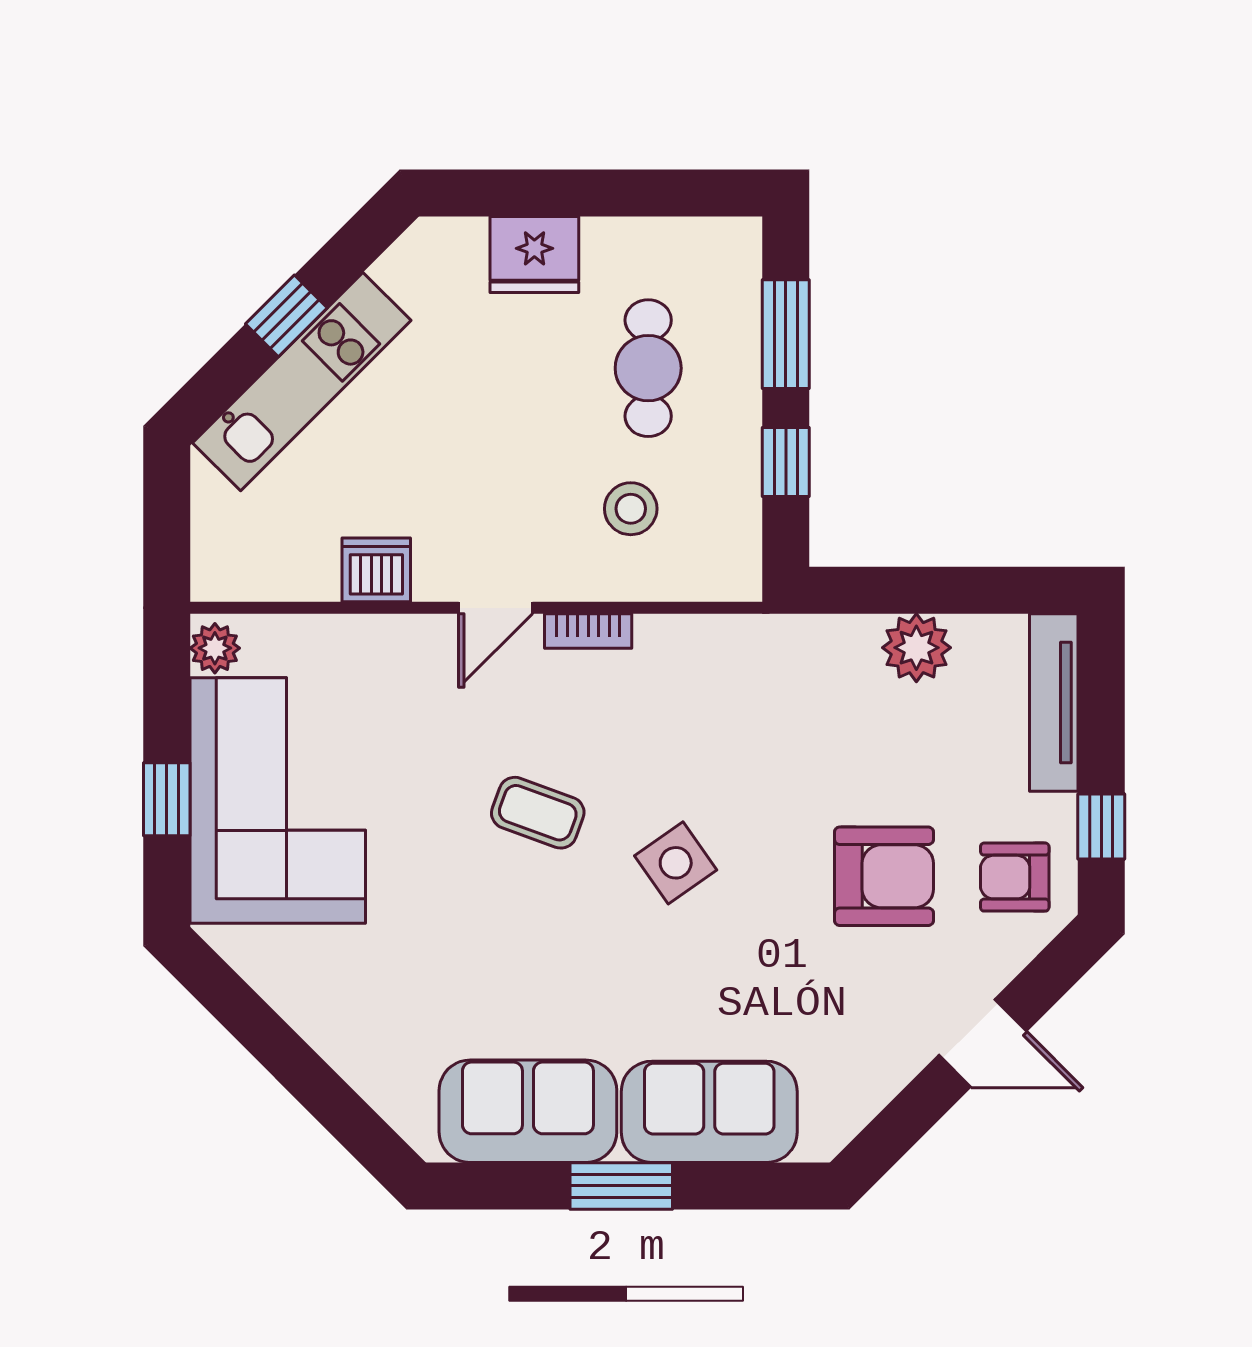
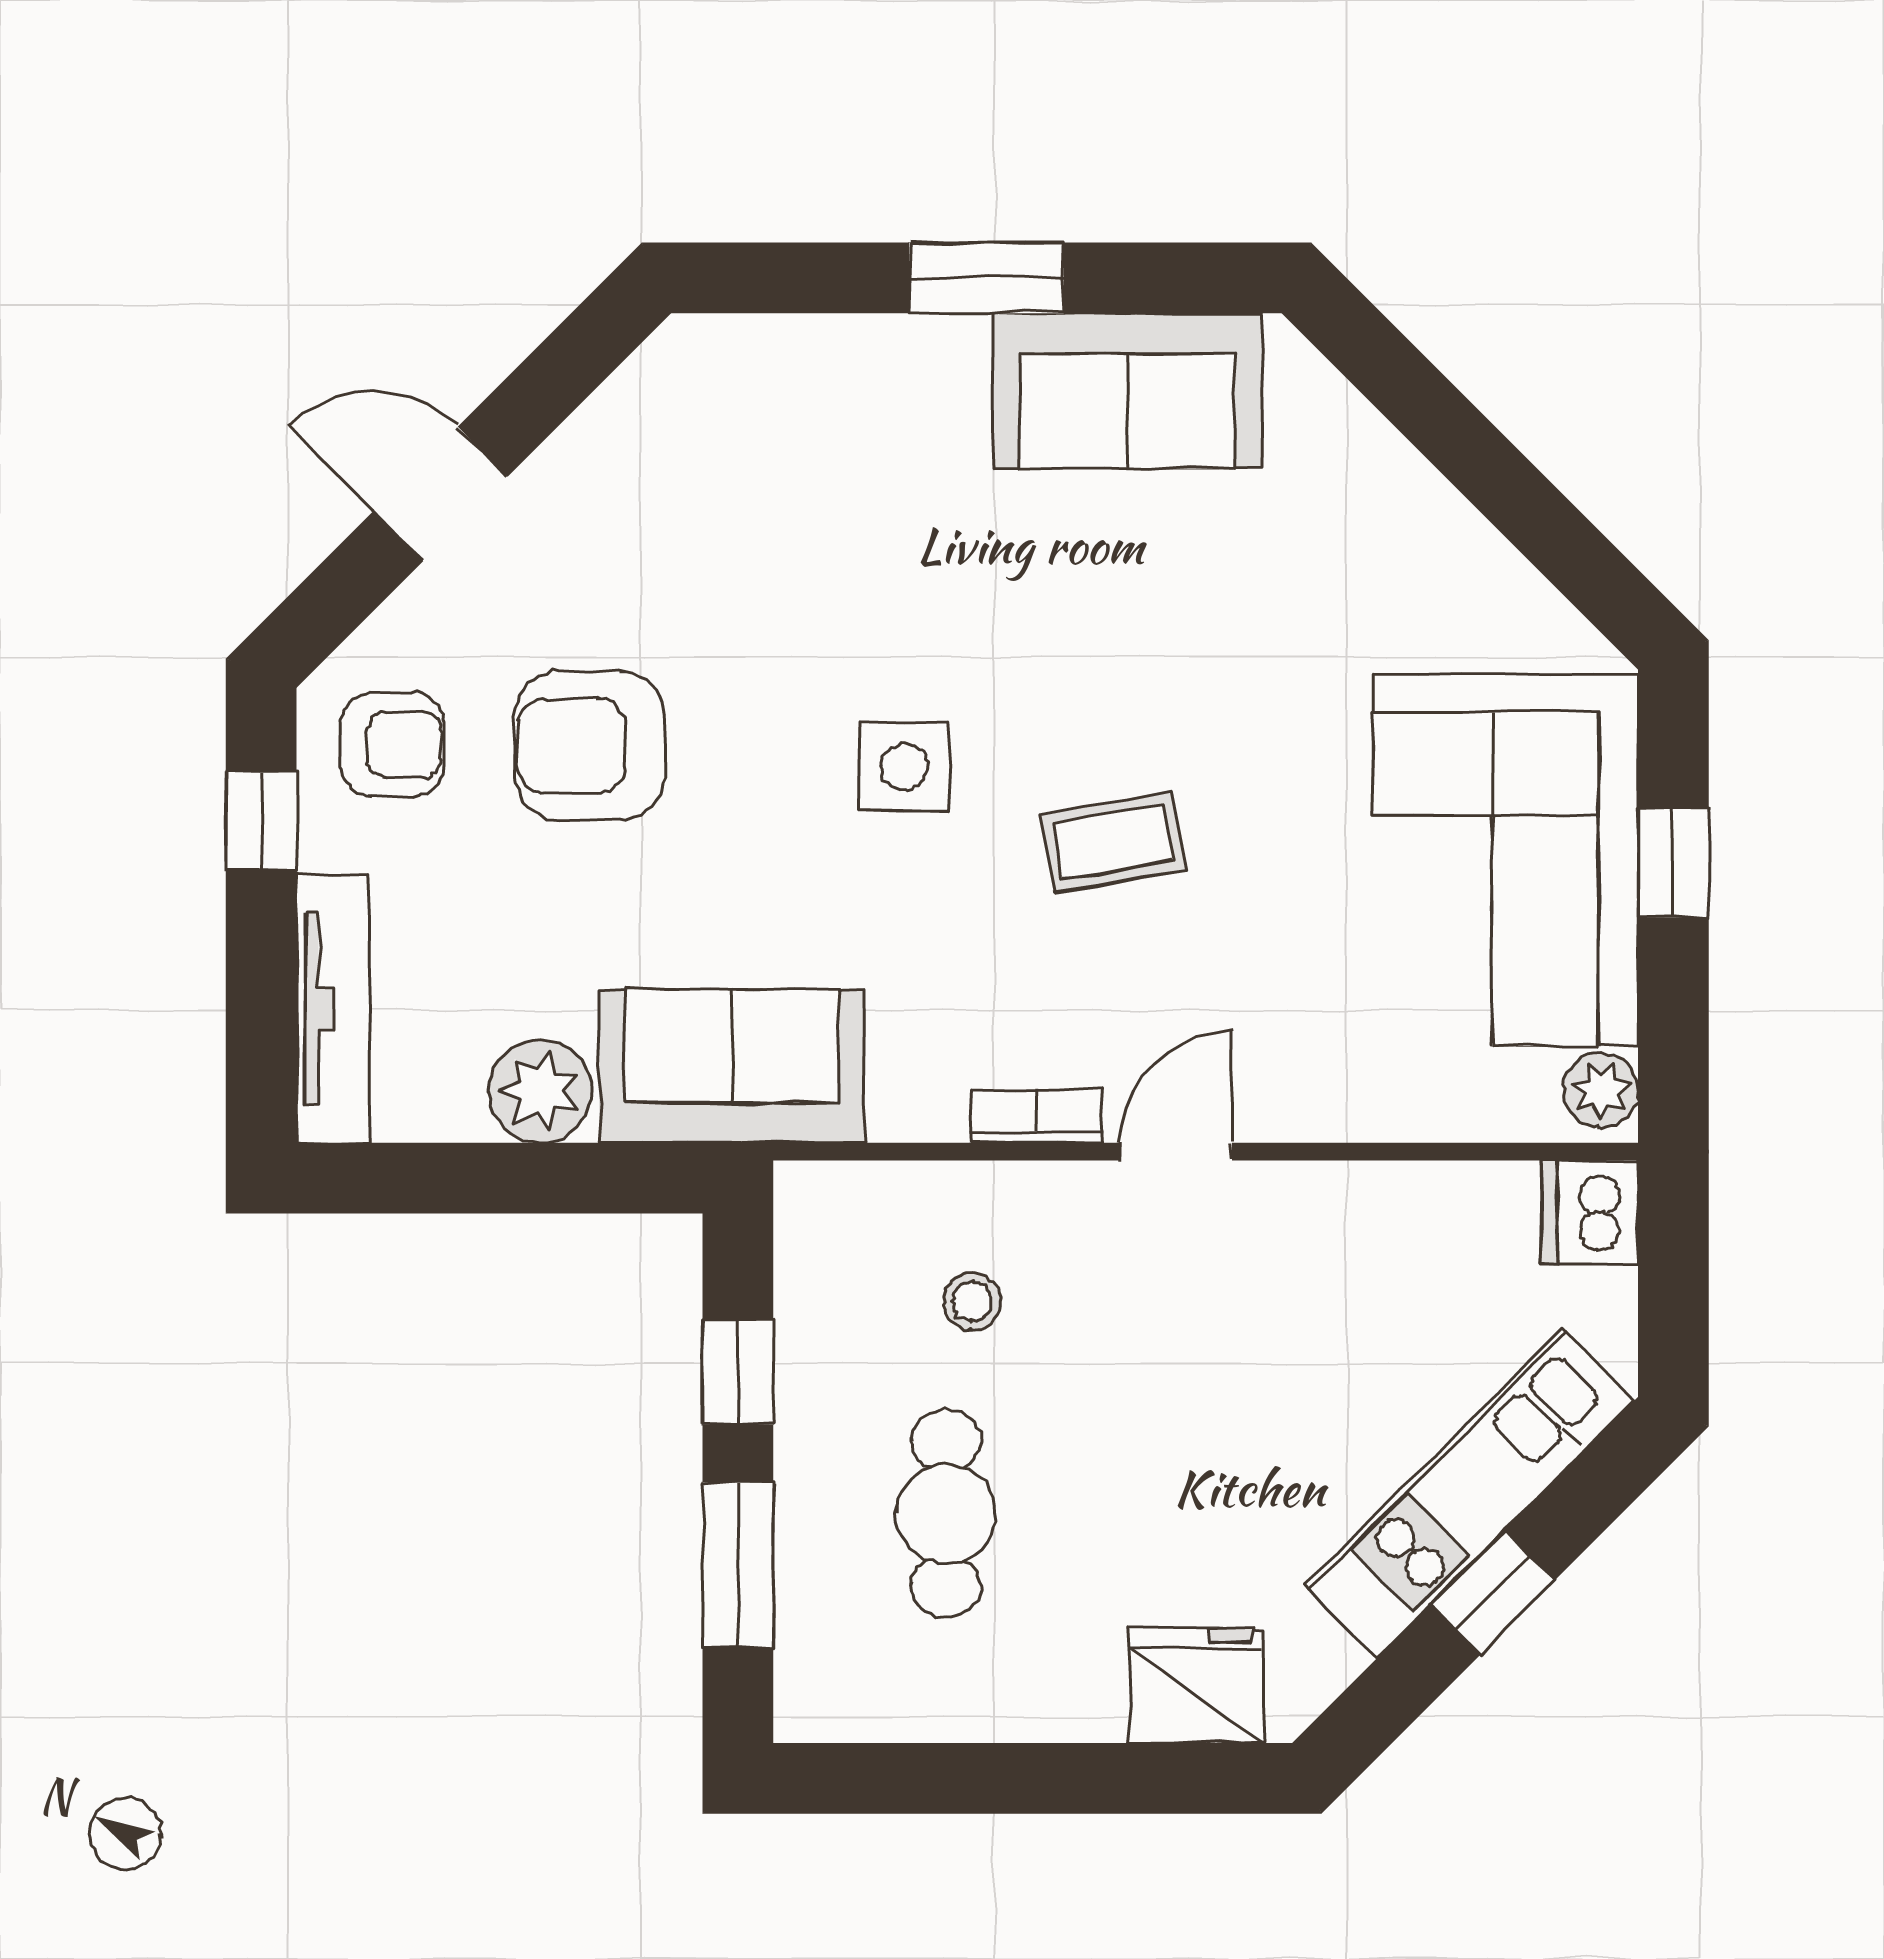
fridge: (534, 254) -> (1196, 1685), moved
stool: (631, 509) -> (972, 1301), width x0.73, depth x0.73
dishwasher: (376, 570) -> (1590, 1212), moved, turned 90
coffee table: (538, 813) -> (1113, 842), turned -30
side table: (676, 863) -> (904, 766), turned 35
sofa: (709, 1112) -> (732, 1066), moved, turned 180

